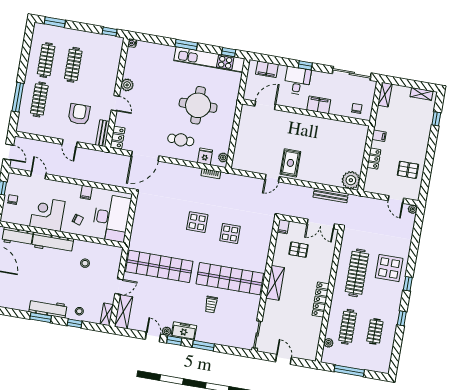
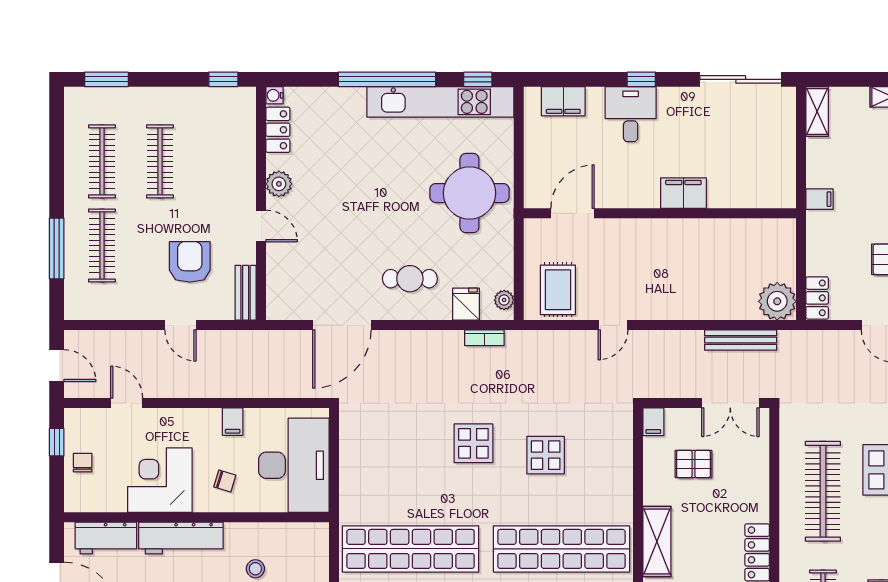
window: (186, 45) -> (387, 79), width x2.11
round table: (198, 105) -> (469, 193), moved
door: (265, 105) -> (573, 213), moved
filing cabinet: (319, 105) -> (683, 193), moved
chair: (357, 108) -> (764, 150), removed
wall: (306, 112) -> (660, 213), moved
locker: (118, 137) -> (278, 130), moved
locker: (374, 159) -> (817, 298), moved
rug: (290, 163) -> (558, 290), moved

